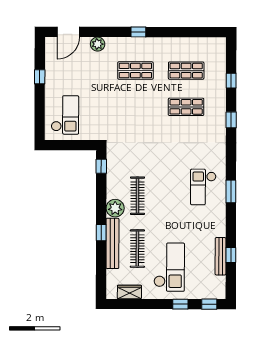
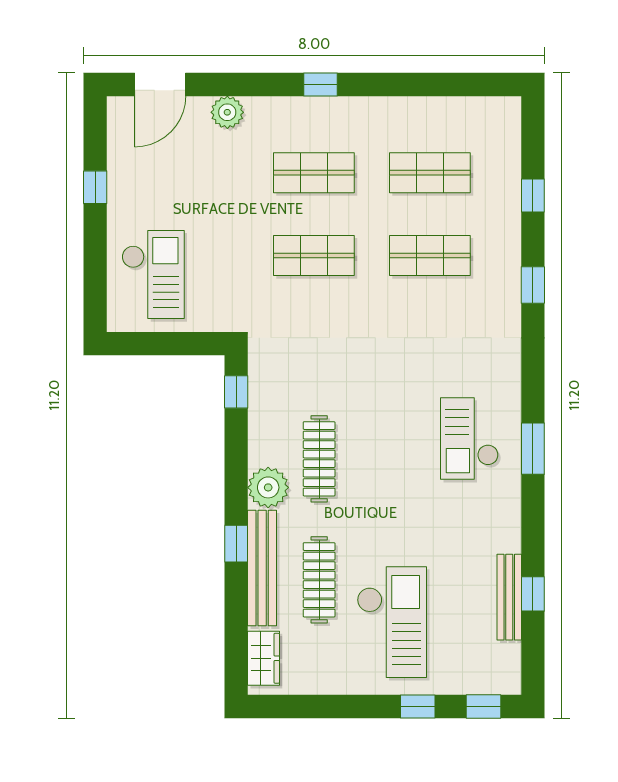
shop shelf: (135, 107) -> (314, 255), added
wardrobe: (129, 292) -> (263, 658), moved, turned 90

